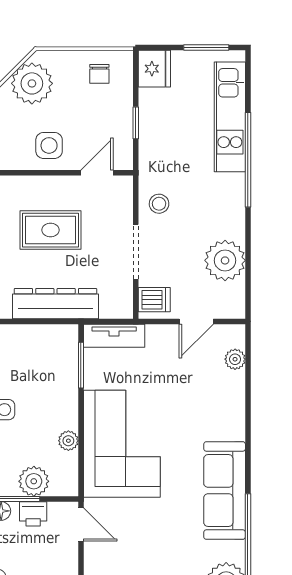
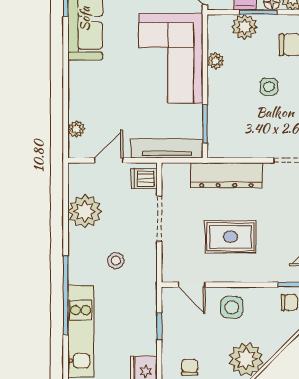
door: (97, 173) -> (192, 285), hinge flipped
stool: (159, 204) -> (116, 261), moved
tv unit: (114, 336) -> (167, 148), width x1.41

